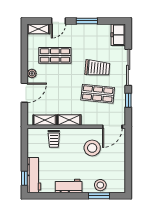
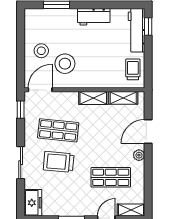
sliding door: (128, 67) -> (21, 163), width x0.73
window: (128, 100) -> (21, 110), moved
trolley: (54, 139) -> (133, 69), moved
stool: (100, 185) -> (41, 51), moved

